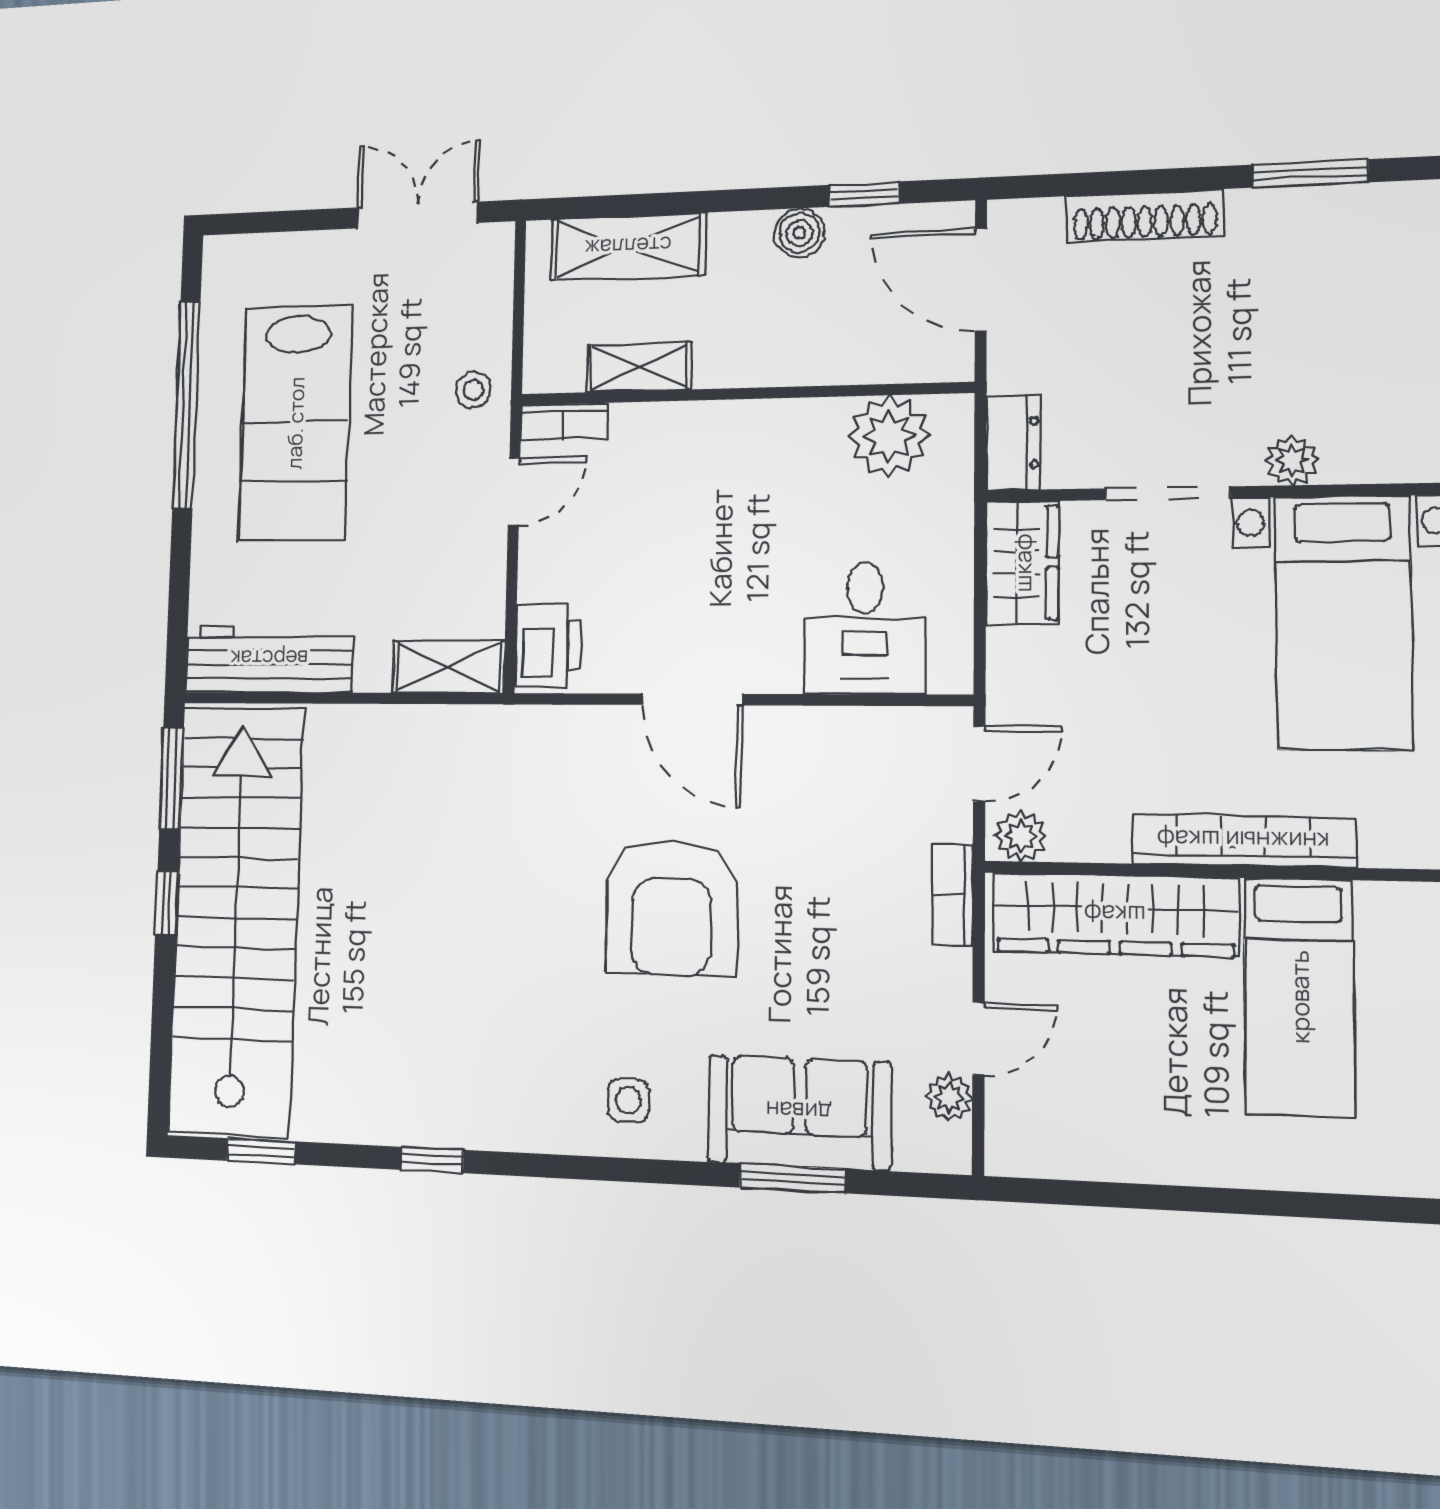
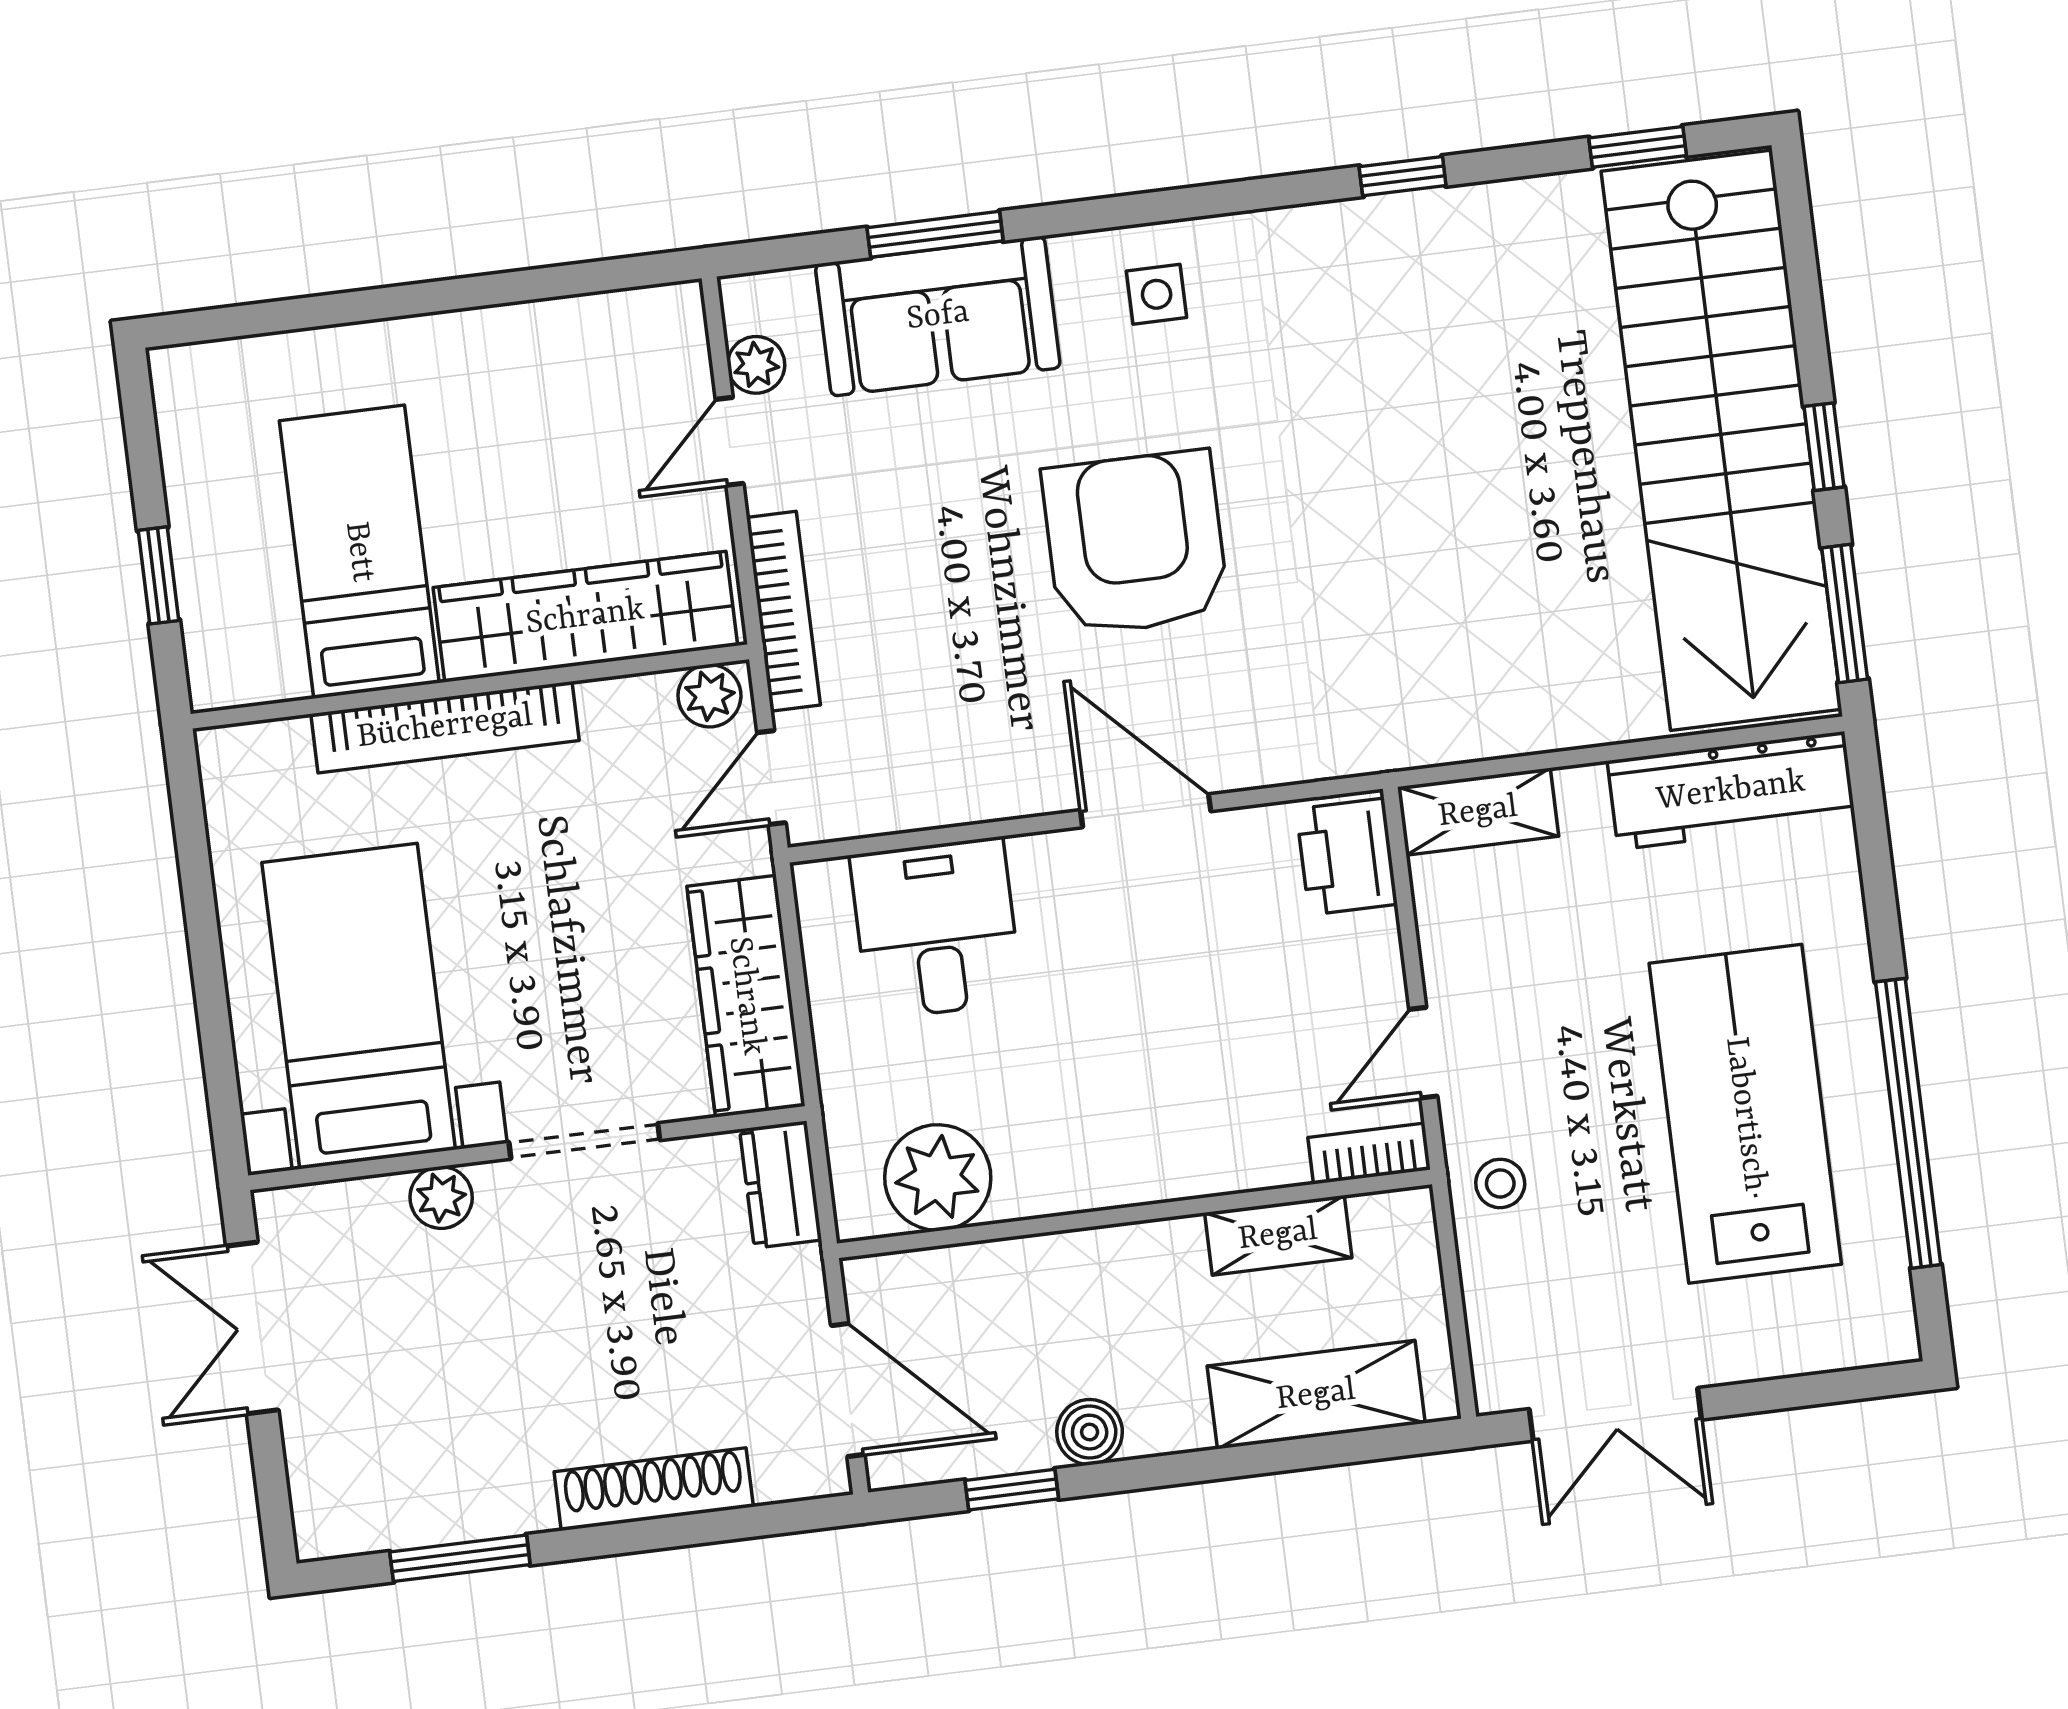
wardrobe: (1022, 563) -> (746, 996), width x1.50
bookcase: (953, 895) -> (783, 611), width x1.56

